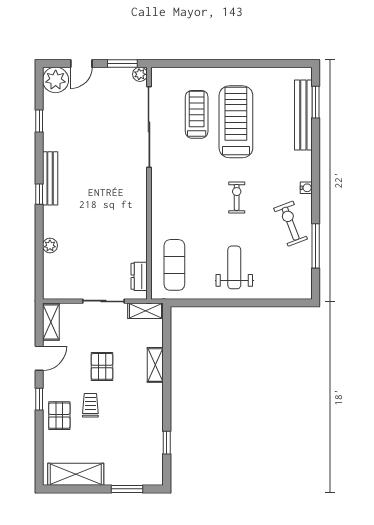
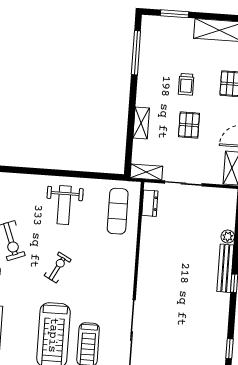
bench: (50, 178) -> (225, 268), moved
exercise bike: (237, 197) -> (58, 268), turned -152
trolley: (90, 405) -> (186, 84), moved
window: (167, 443) -> (136, 53), width x2.17

